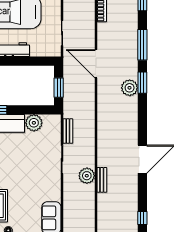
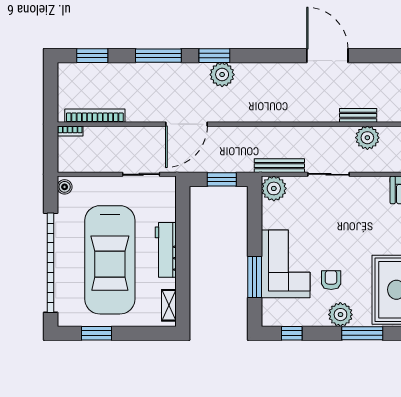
plant: (34, 123) -> (274, 188), moved
bench: (68, 131) -> (279, 166), width x1.36
plant: (87, 176) -> (367, 138), moved

